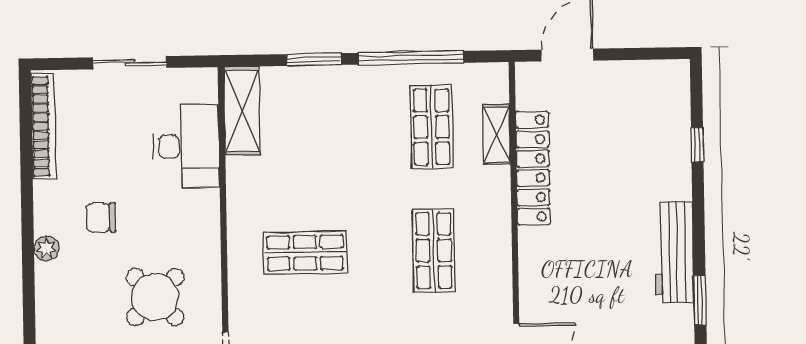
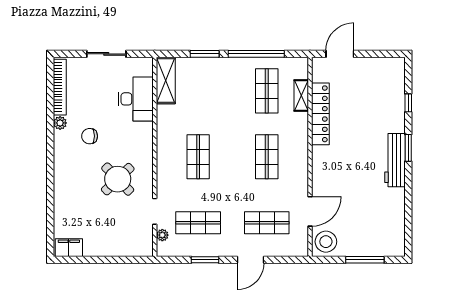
plant: (46, 248) -> (60, 123), moved
shop shelf: (305, 253) -> (198, 157), turned 90
window: (700, 300) -> (408, 148), moved

